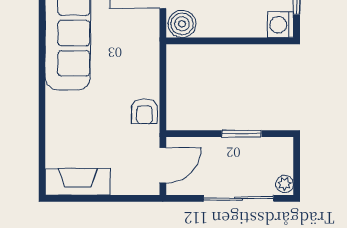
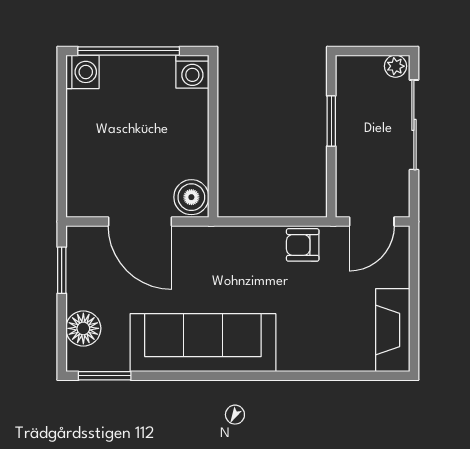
armchair: (144, 111) -> (303, 245), turned 180
door: (163, 165) -> (372, 222), swing flipped

